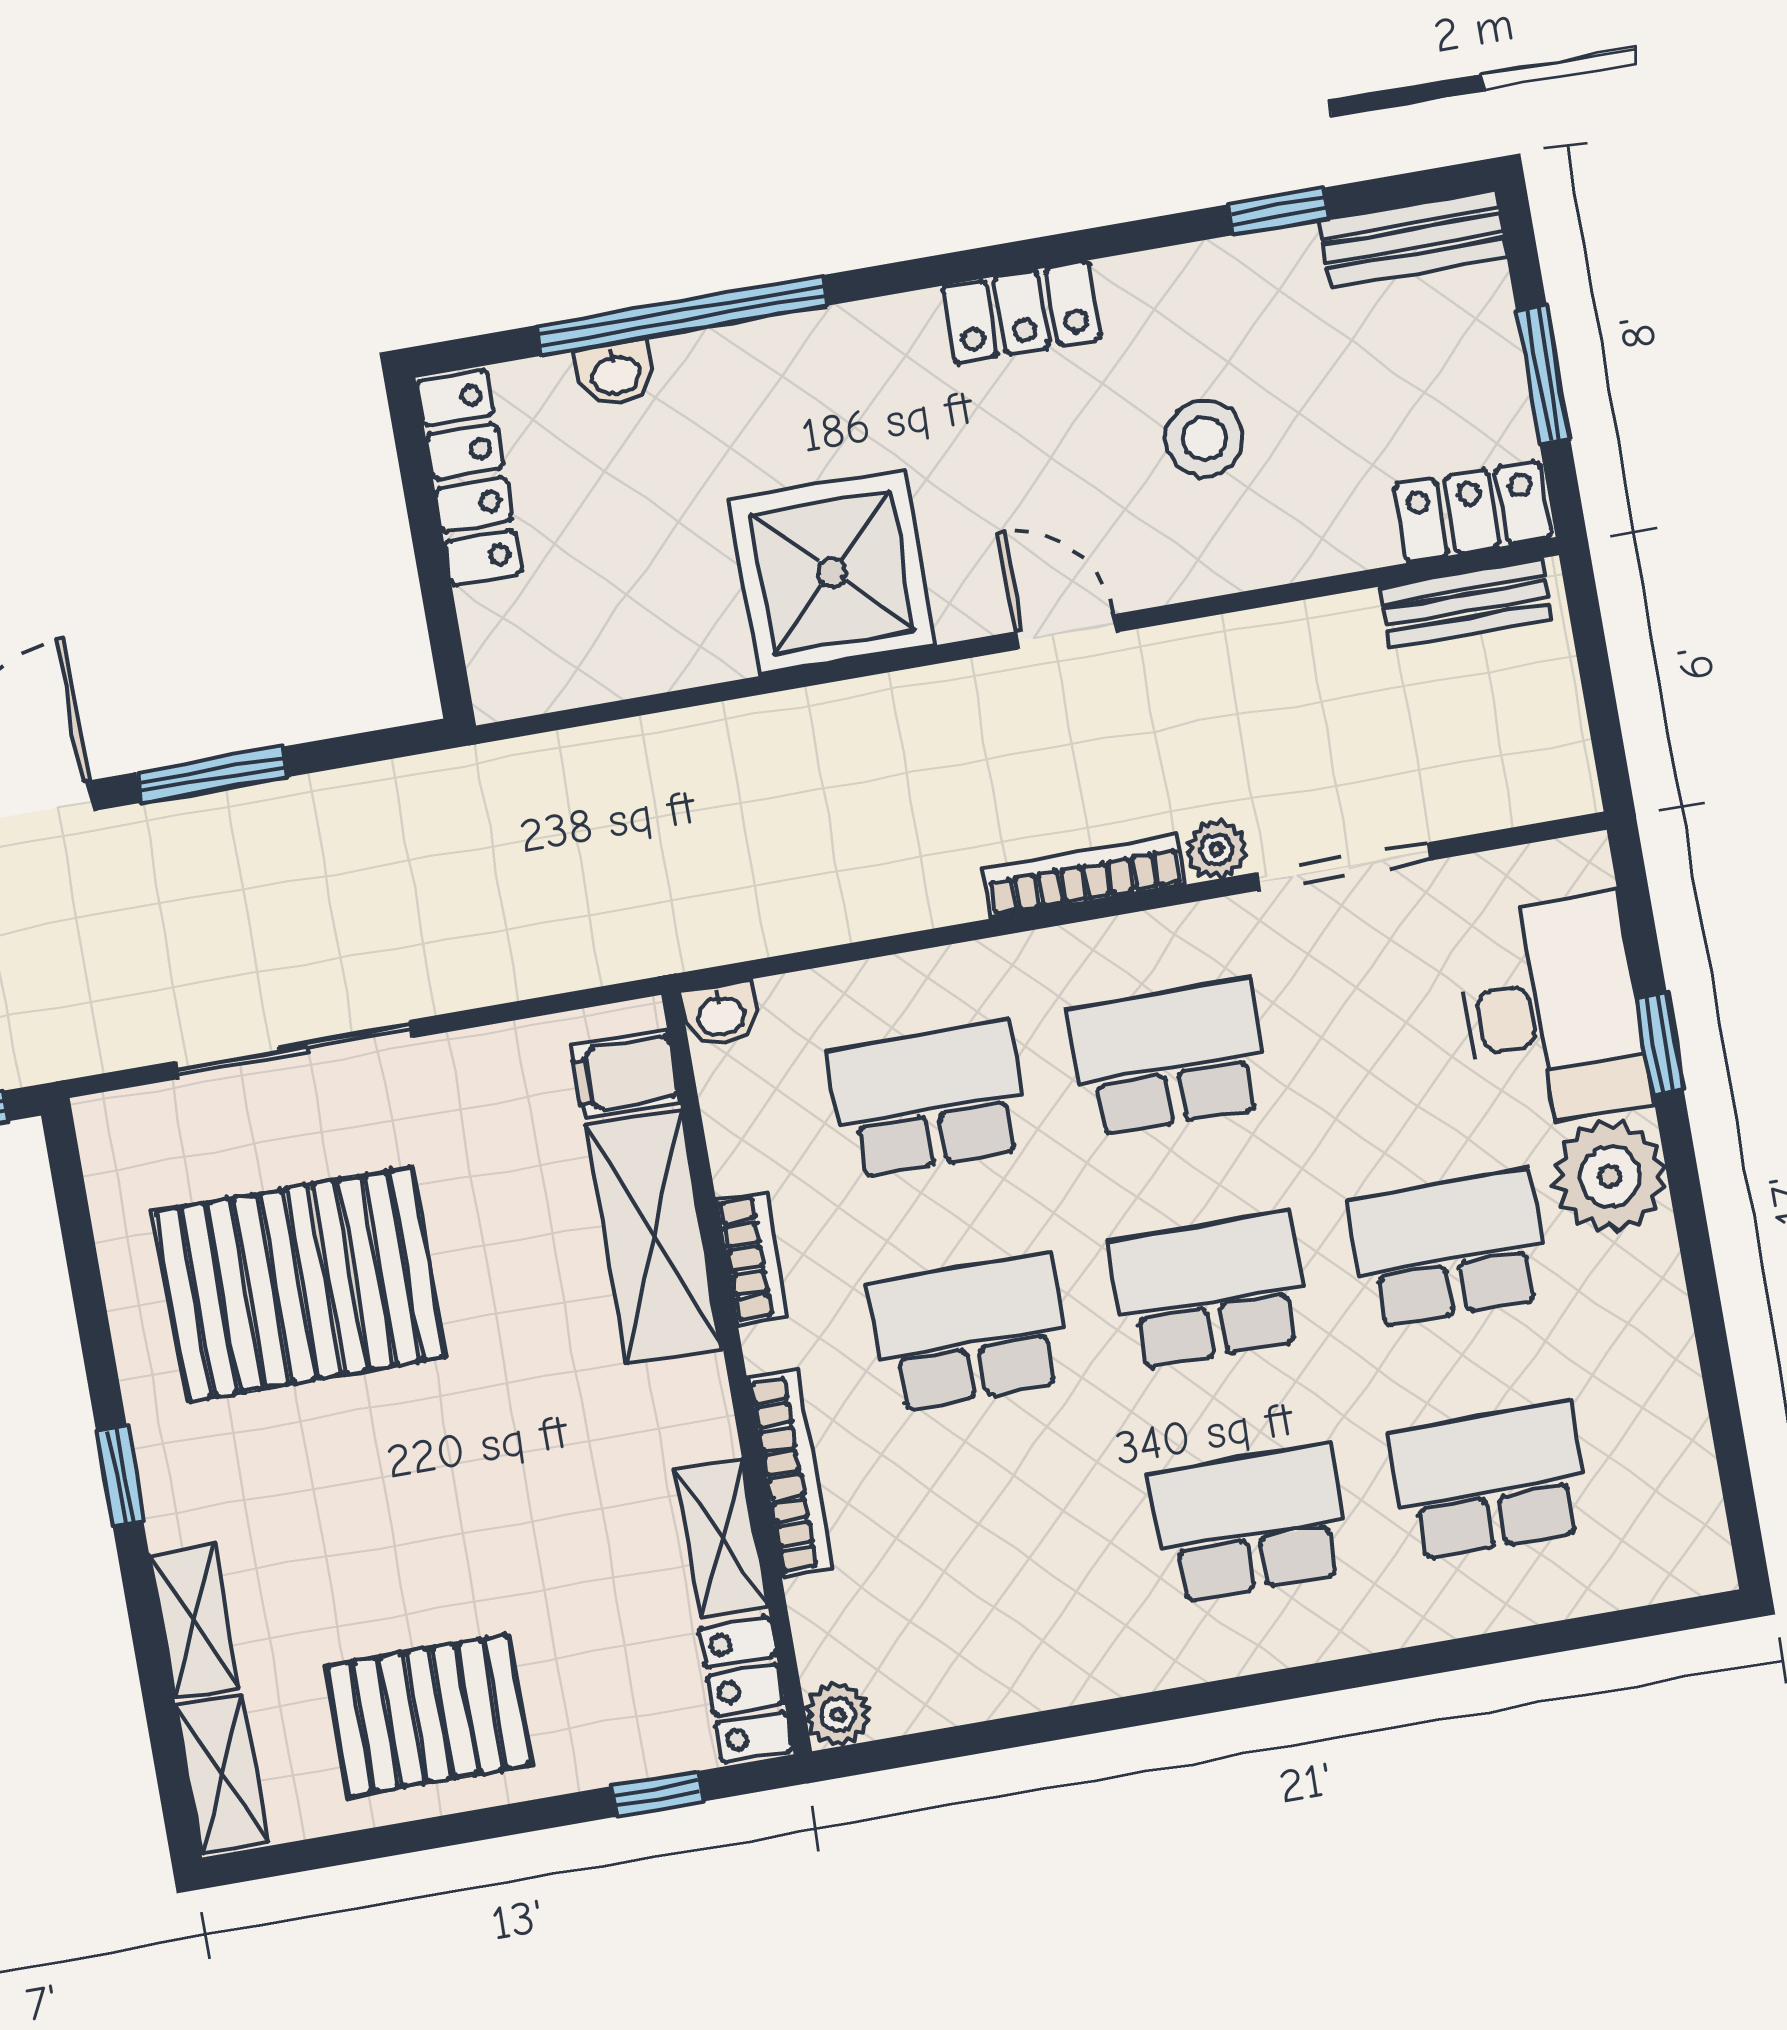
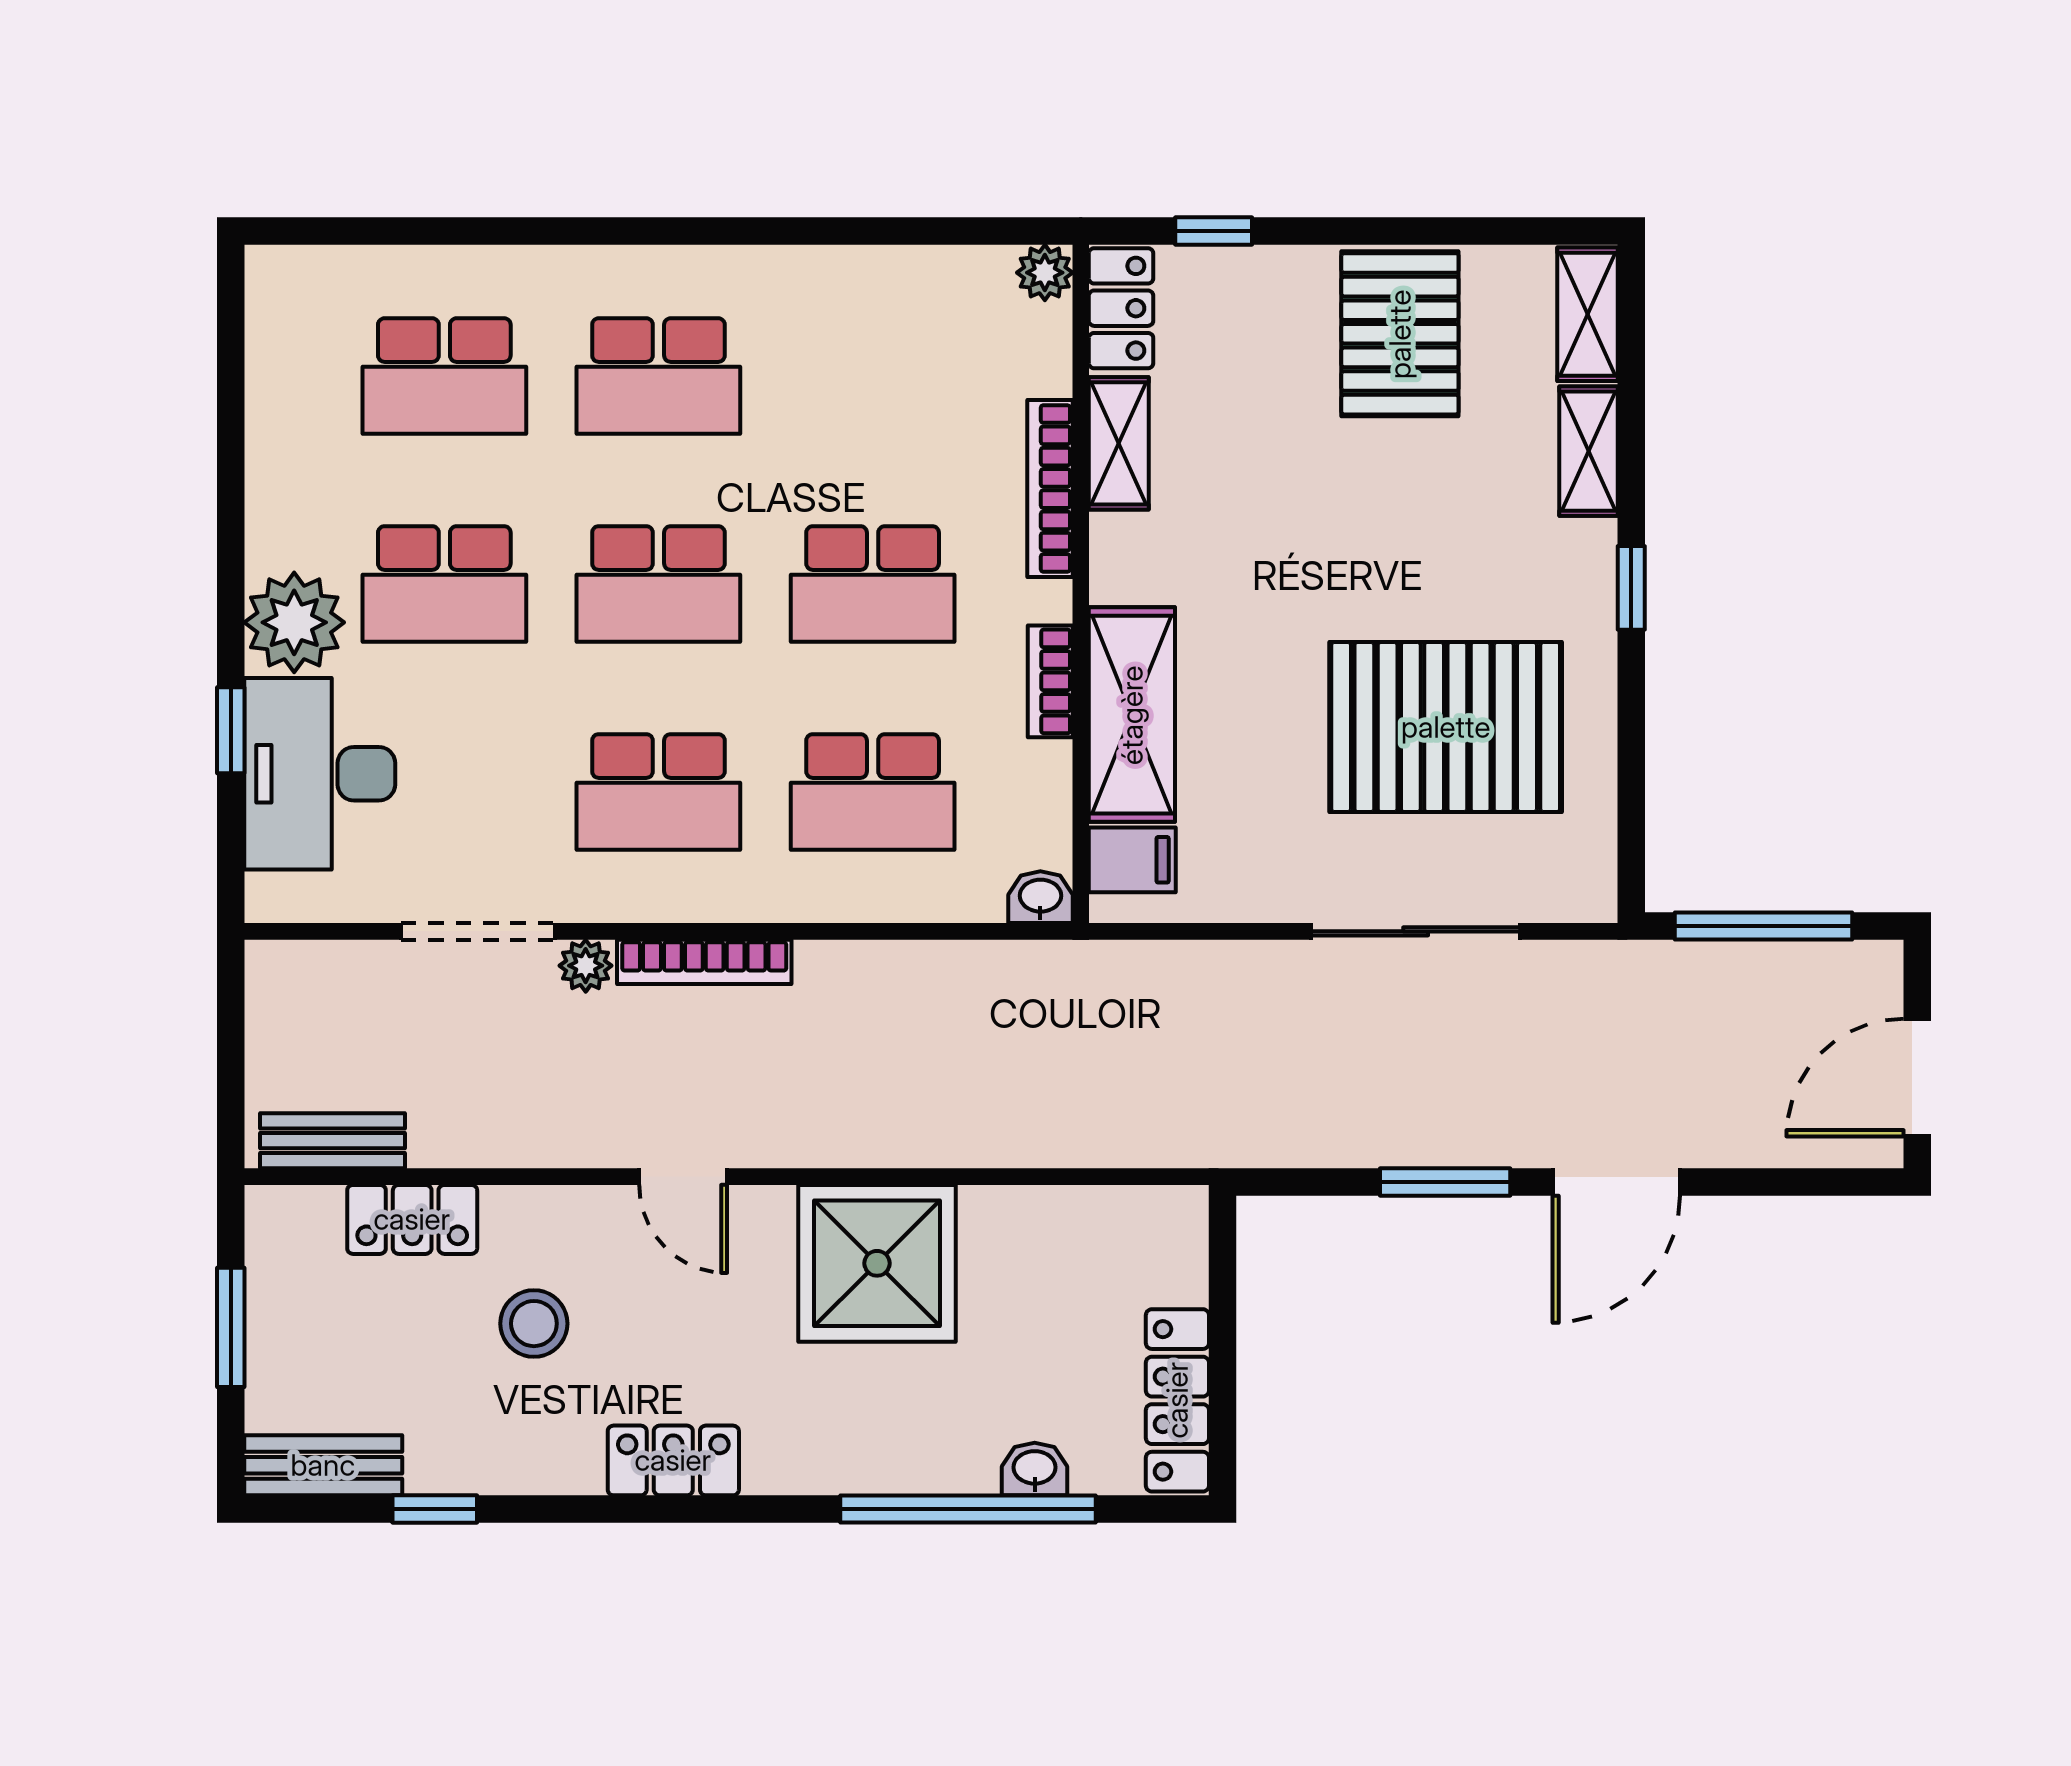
locker: (1472, 512) -> (412, 1219), moved
pallet: (428, 1715) -> (1400, 334), turned 90

